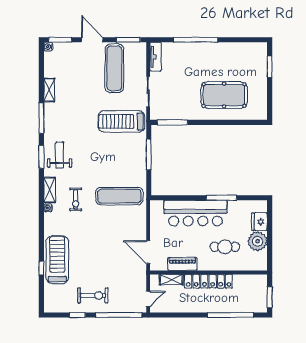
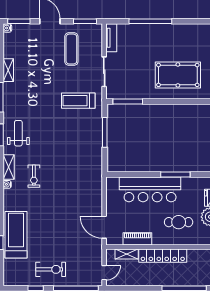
exercise mat: (114, 68) -> (71, 49), width x0.73, depth x0.69
treadmill: (121, 121) -> (78, 101), width x0.73, depth x0.73
exercise mat: (119, 196) -> (76, 173), removed

